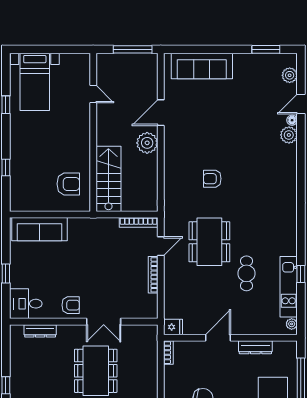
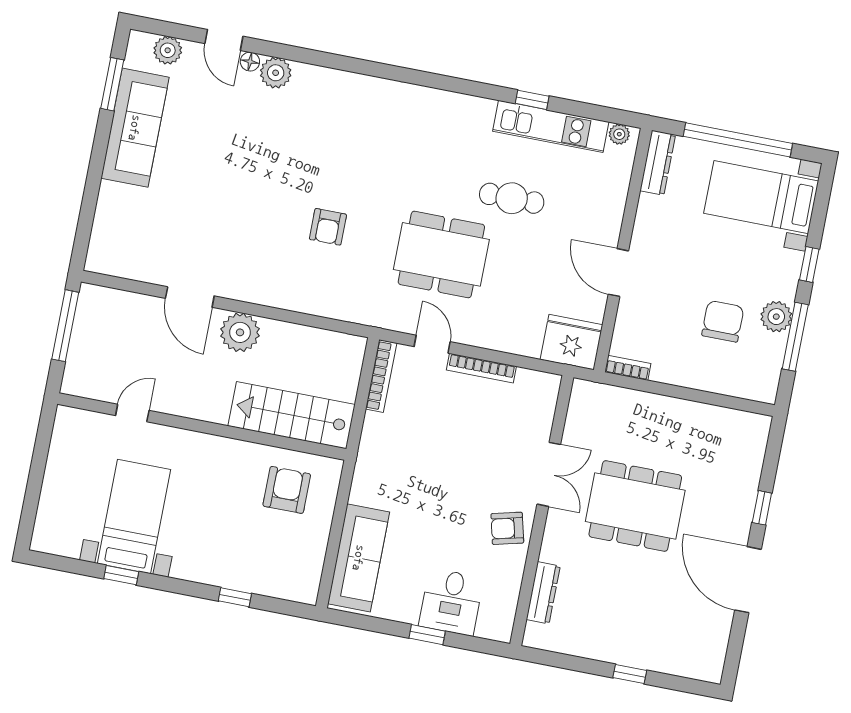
sofa: (202, 66) -> (135, 128), moved
bed with nightstands: (35, 82) -> (134, 516), moved, turned -90
desk: (26, 304) -> (451, 602), moved
armchair: (71, 305) -> (507, 528), turned -104
fridge: (173, 327) -> (571, 342), width x1.88, depth x1.34
dresser: (255, 347) -> (658, 163), moved

